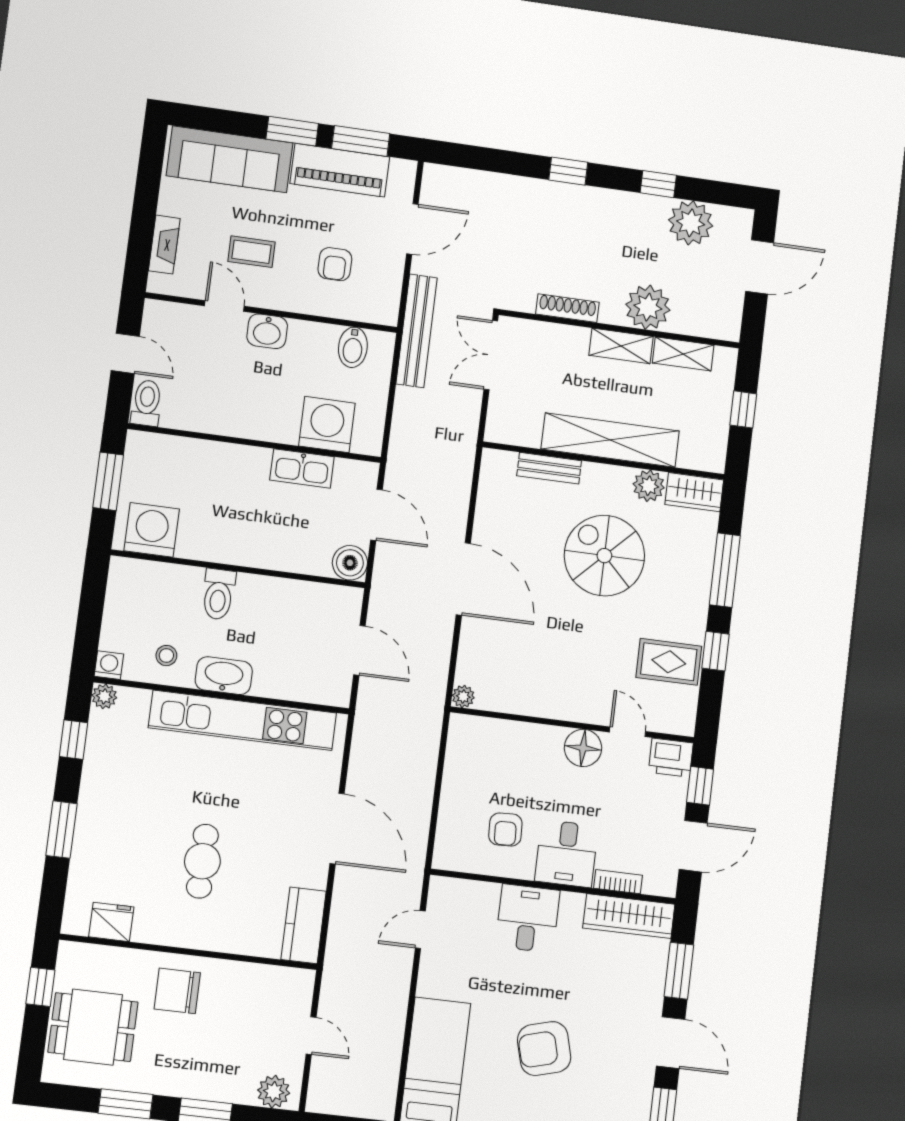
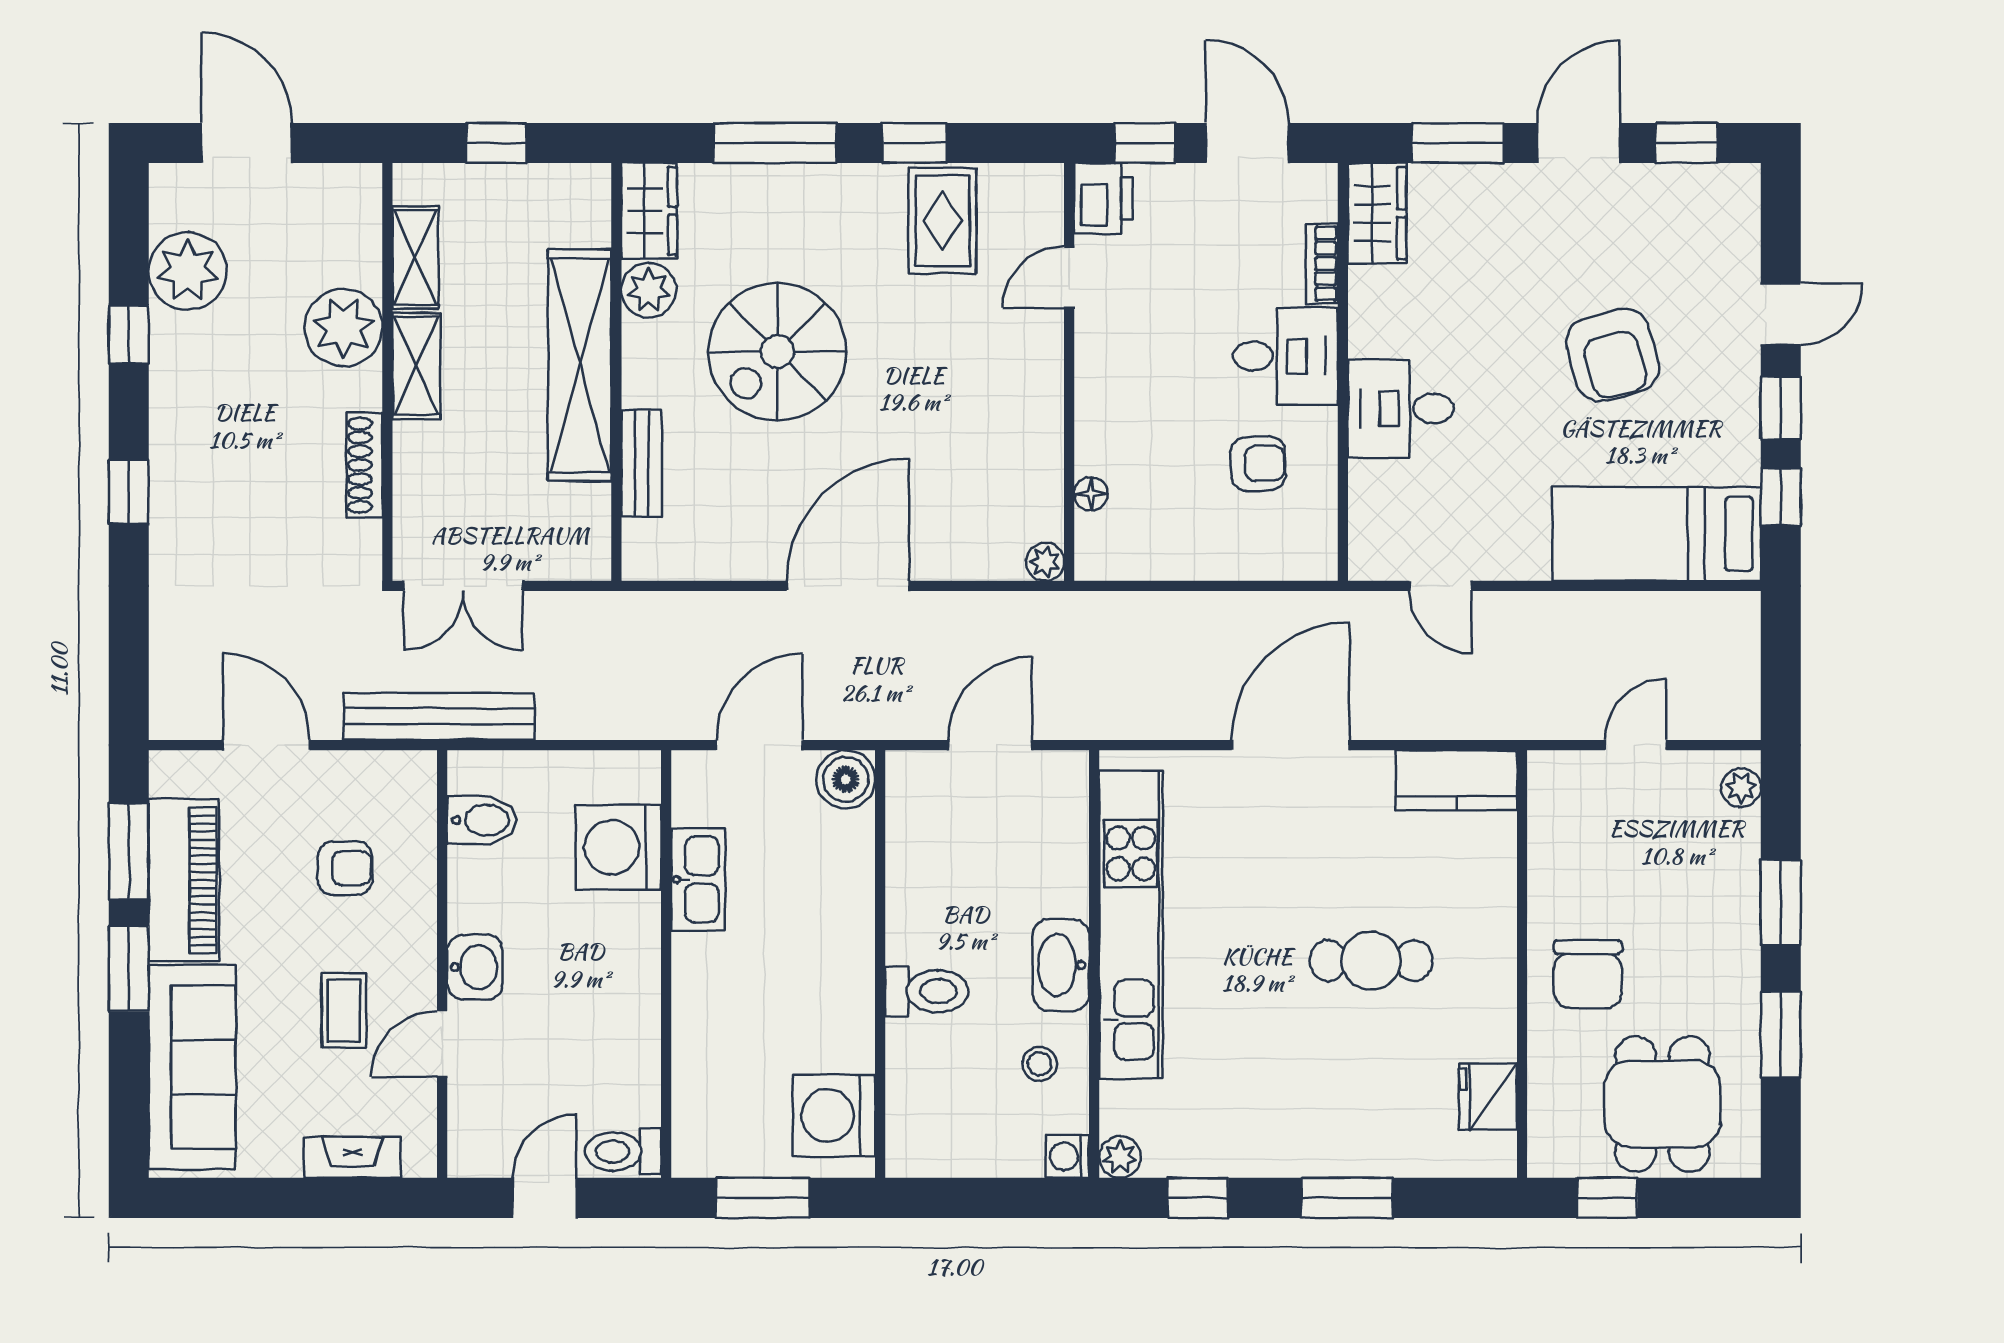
floor lamp: (583, 748) -> (1091, 494), moved, width x0.53, depth x0.53
wardrobe: (629, 916) -> (1377, 213), width x0.67
plant: (274, 1092) -> (1741, 788), width x0.73, depth x0.73

